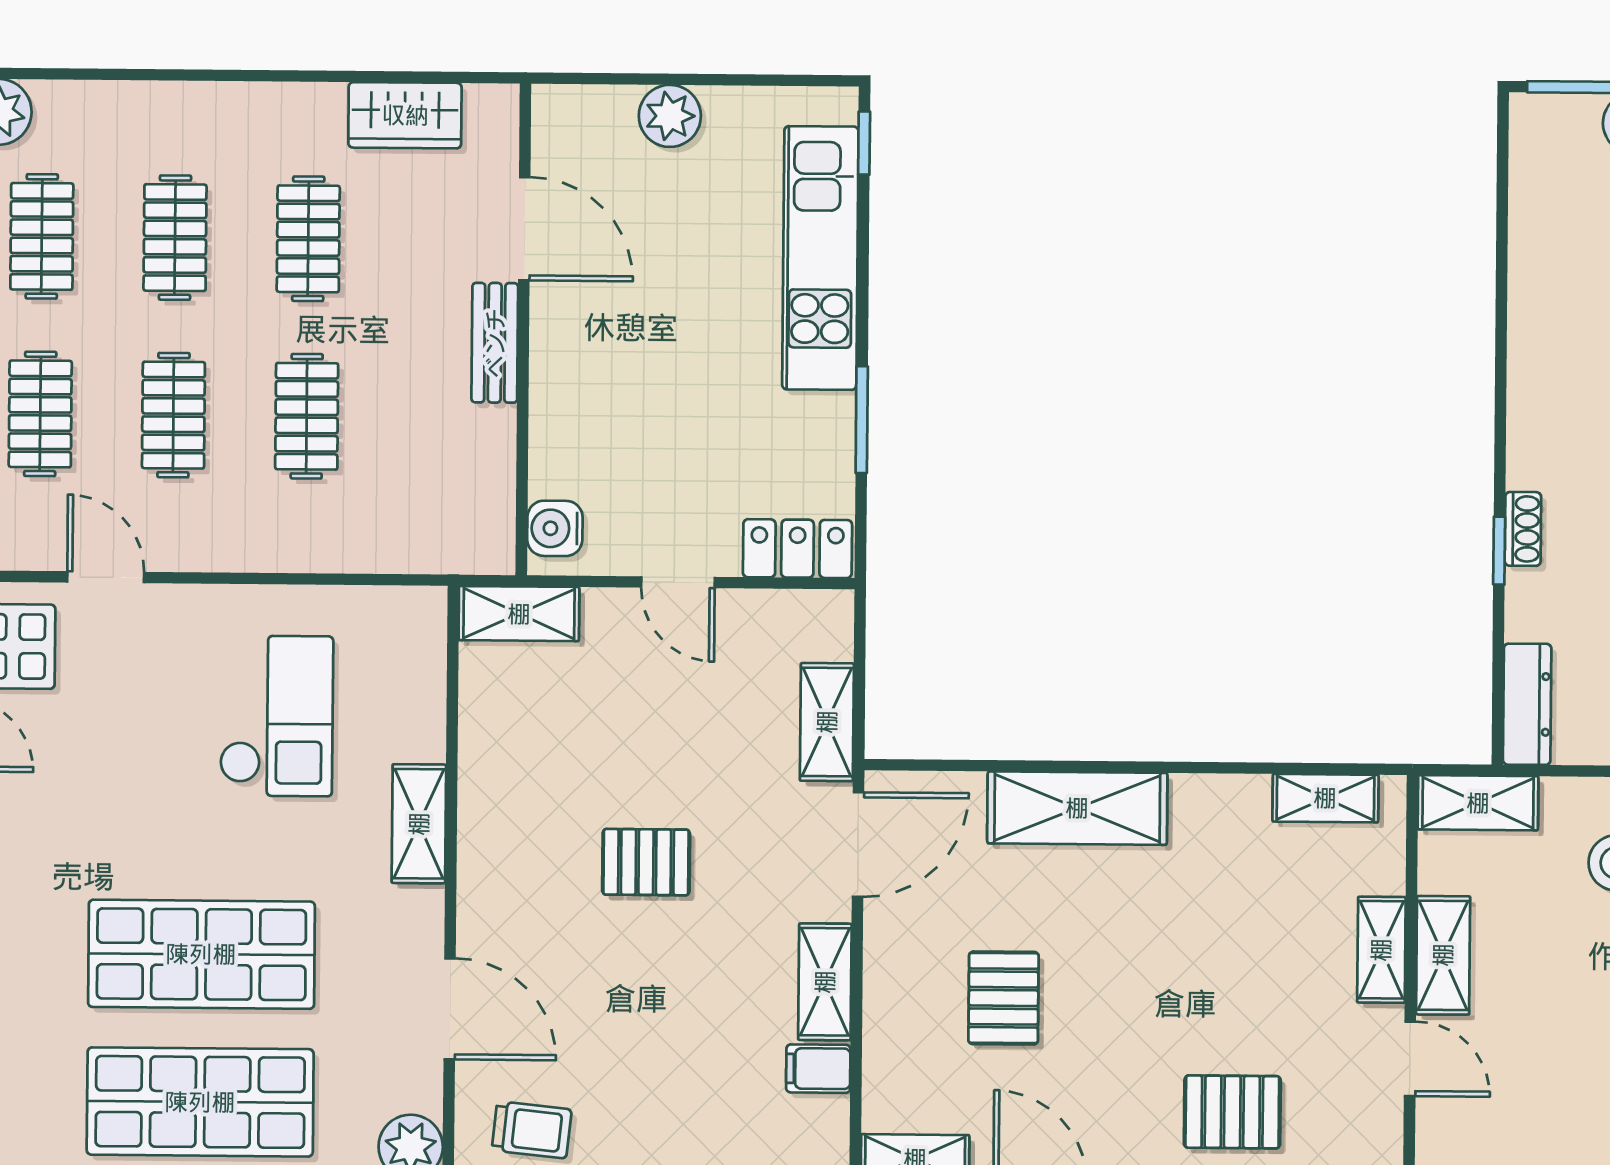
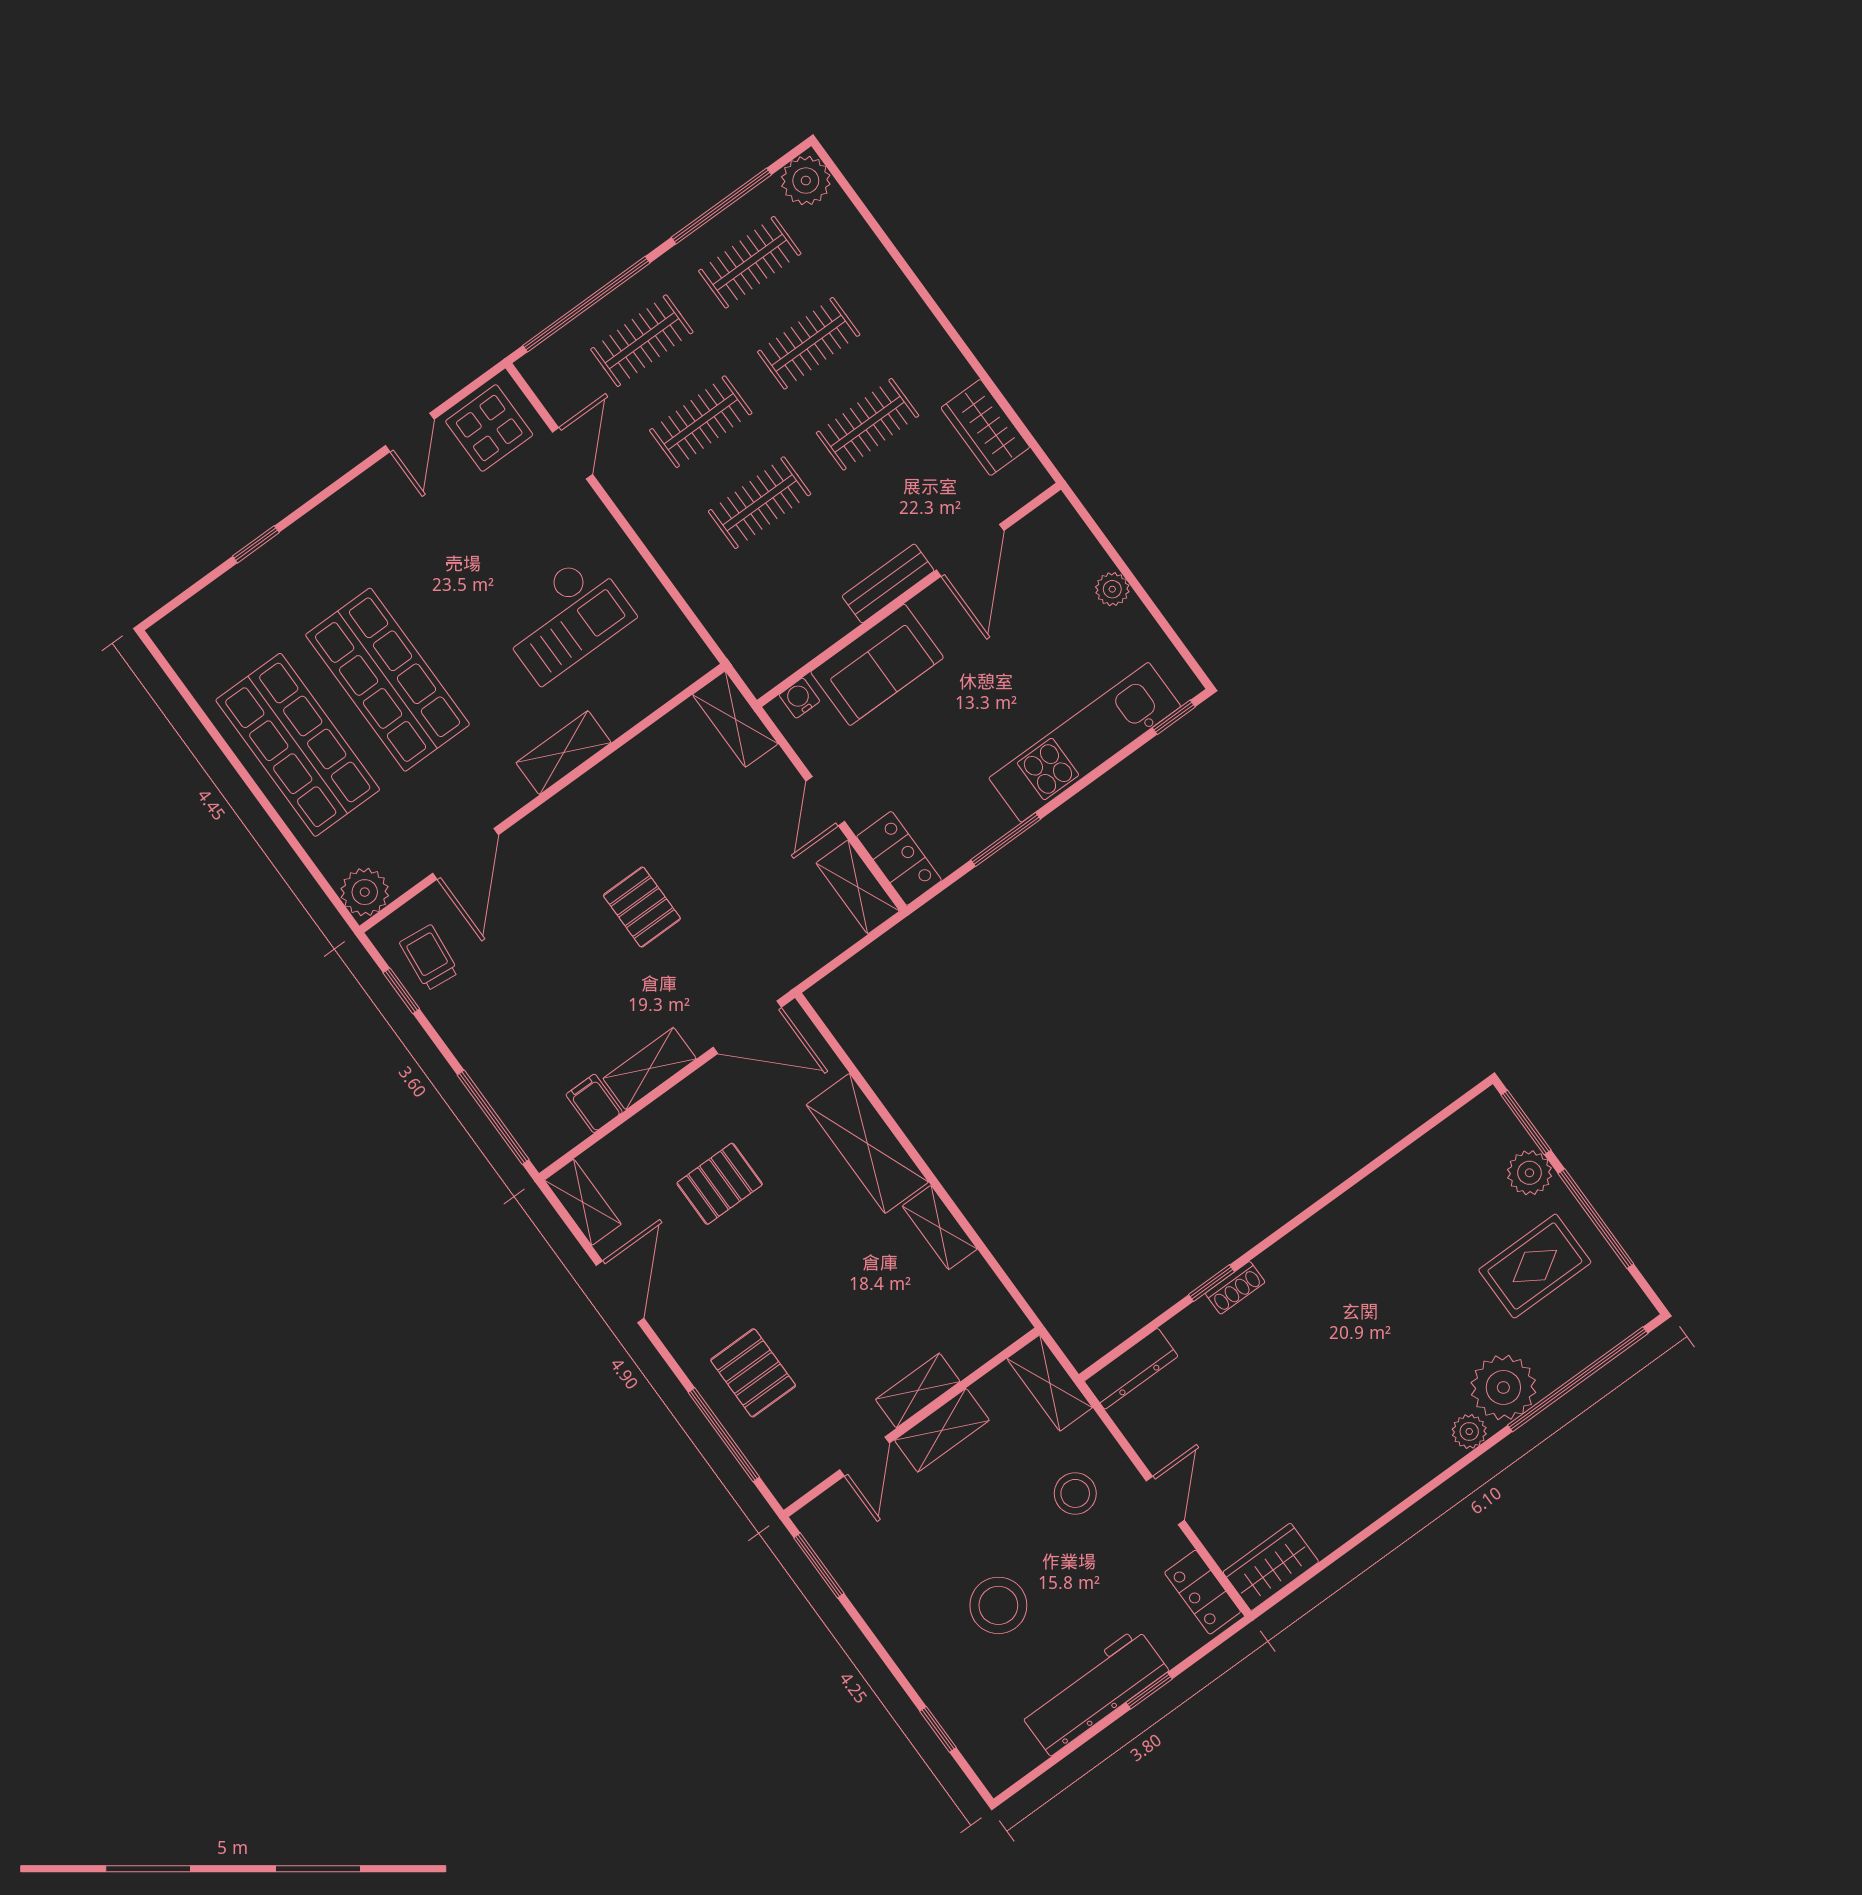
plant: (670, 116) -> (1112, 589), width x0.73, depth x0.73
sofa: (573, 419) -> (877, 665), added
water cooler: (555, 528) -> (799, 698), width x0.72, depth x0.72
shelving: (827, 722) -> (858, 887), moved, turned 90
shelving: (1325, 798) -> (940, 1228), moved
trolley: (532, 1130) -> (429, 958), turned 180

